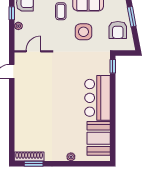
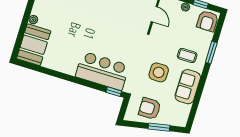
bar counter: (97, 98) -> (102, 71), moved
booth: (99, 138) -> (34, 45), moved, turned 90

